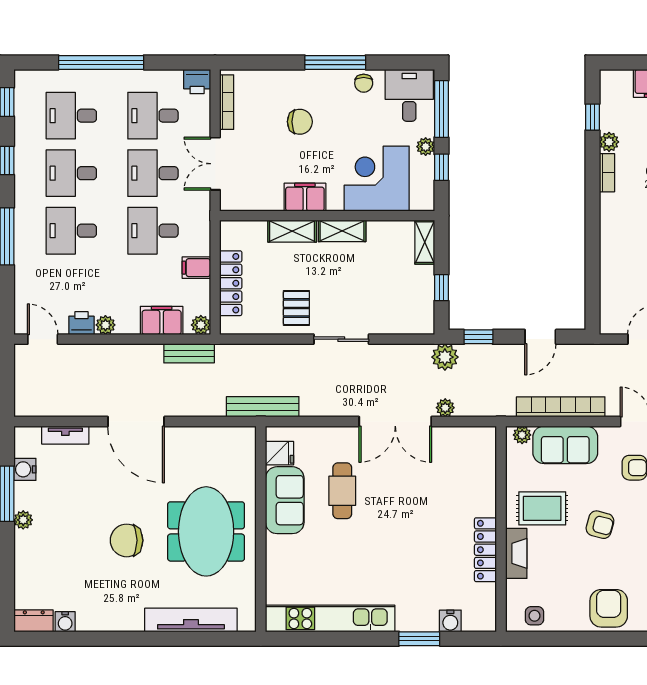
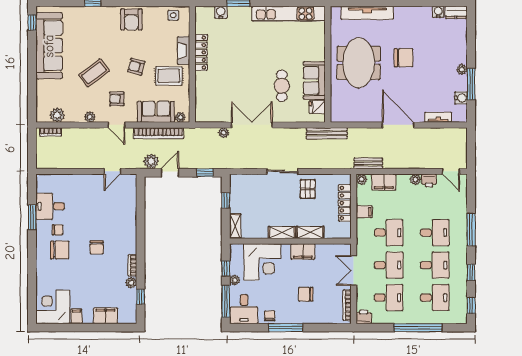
double door: (215, 164) -> (354, 271), swing flipped
plant: (445, 357) -> (151, 161), moved

